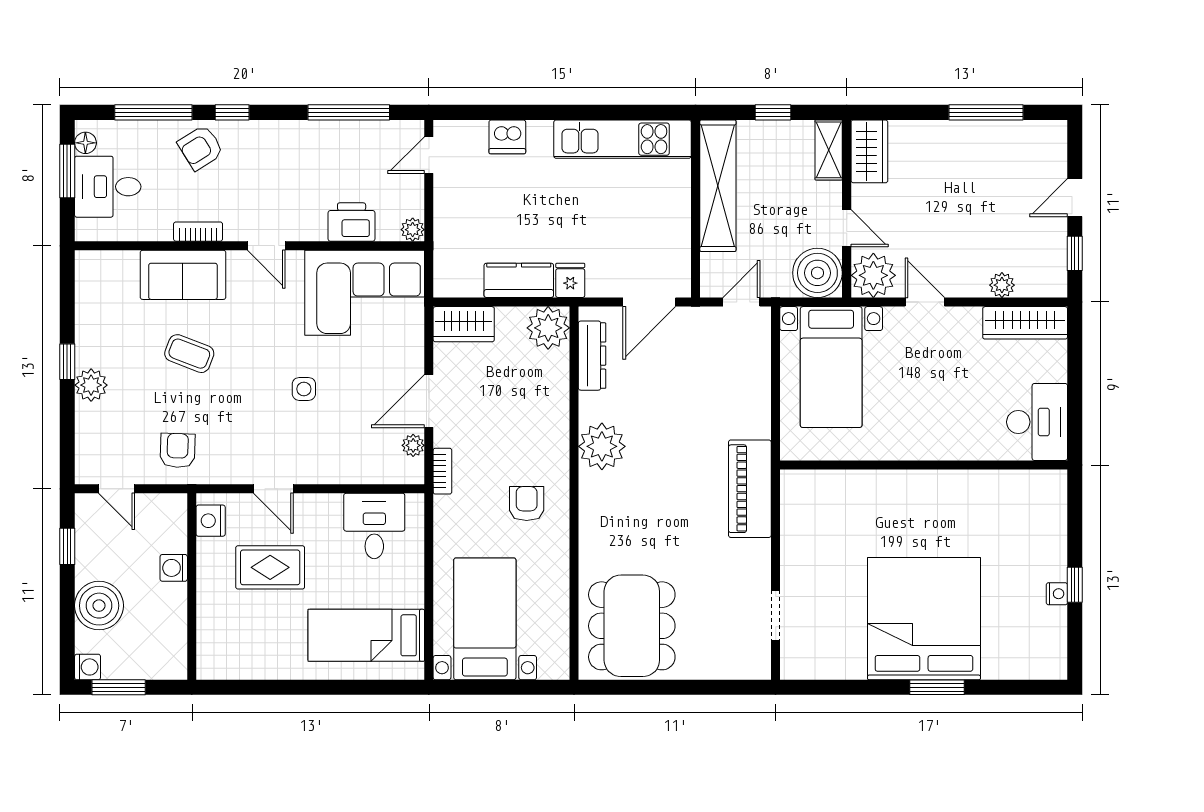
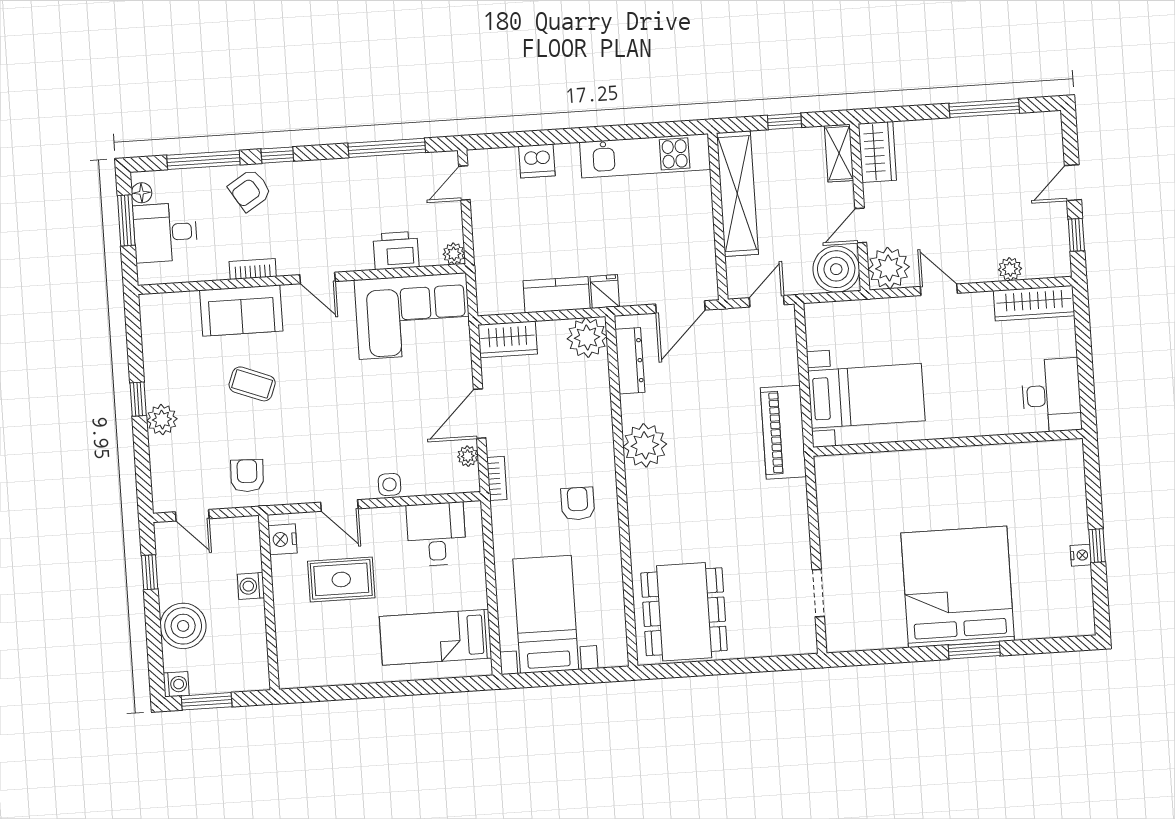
door: (847, 228) -> (861, 225), swing flipped
bed with nightstands: (831, 367) -> (866, 396), moved, turned -90
side table: (304, 389) -> (389, 484), moved
piano: (750, 489) -> (783, 432), moved

